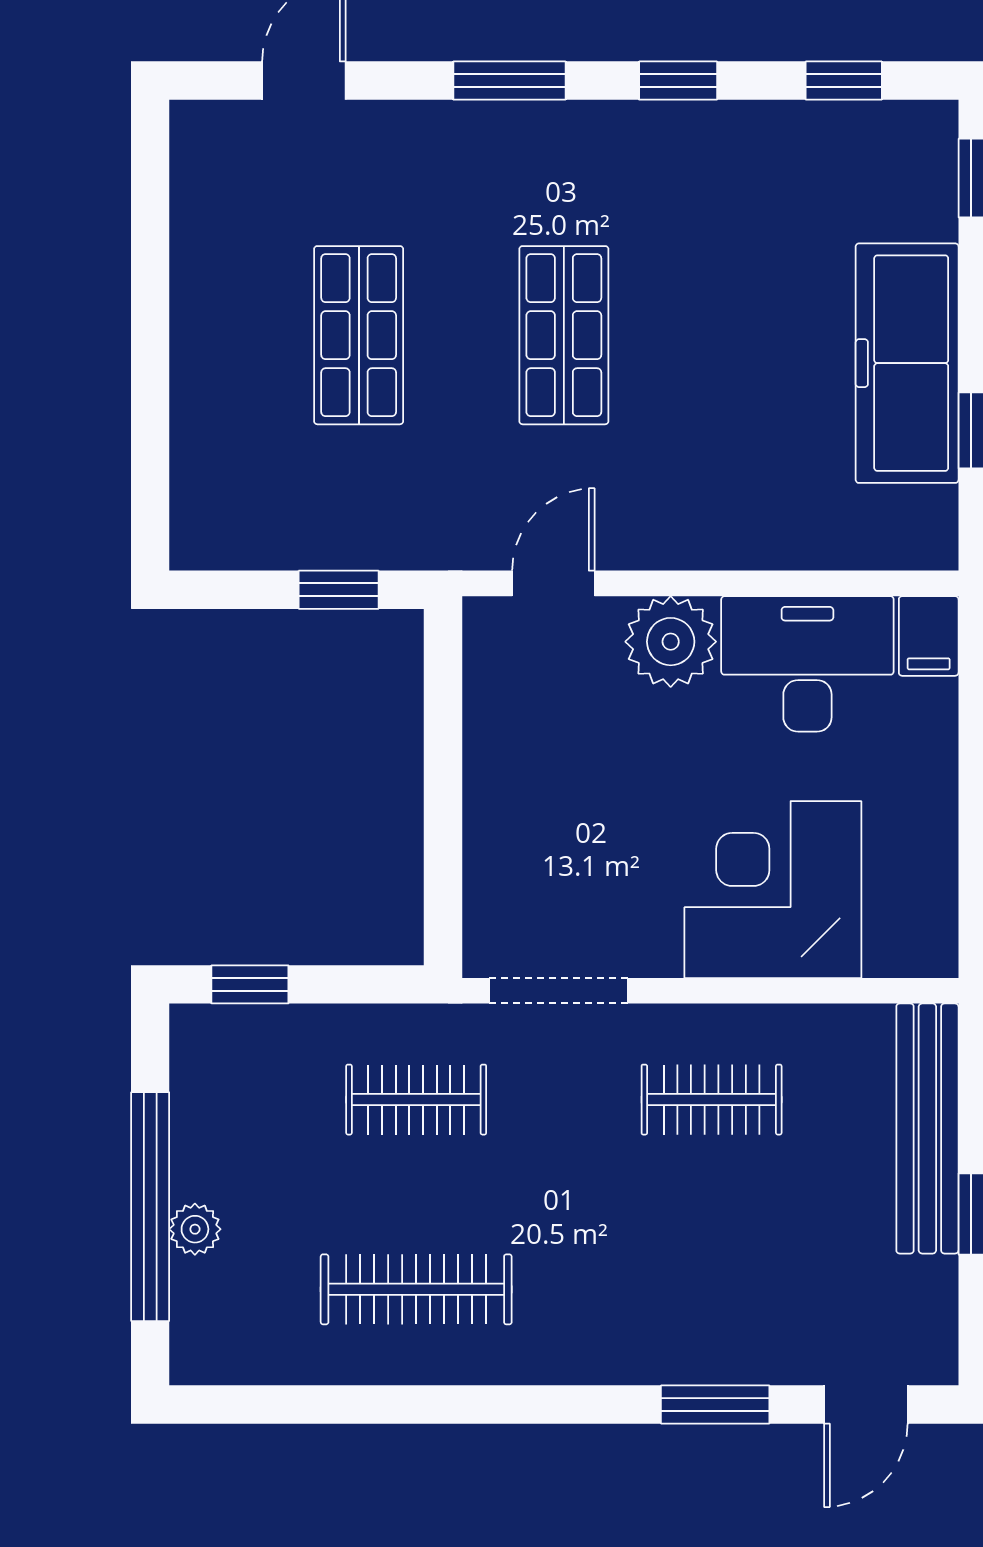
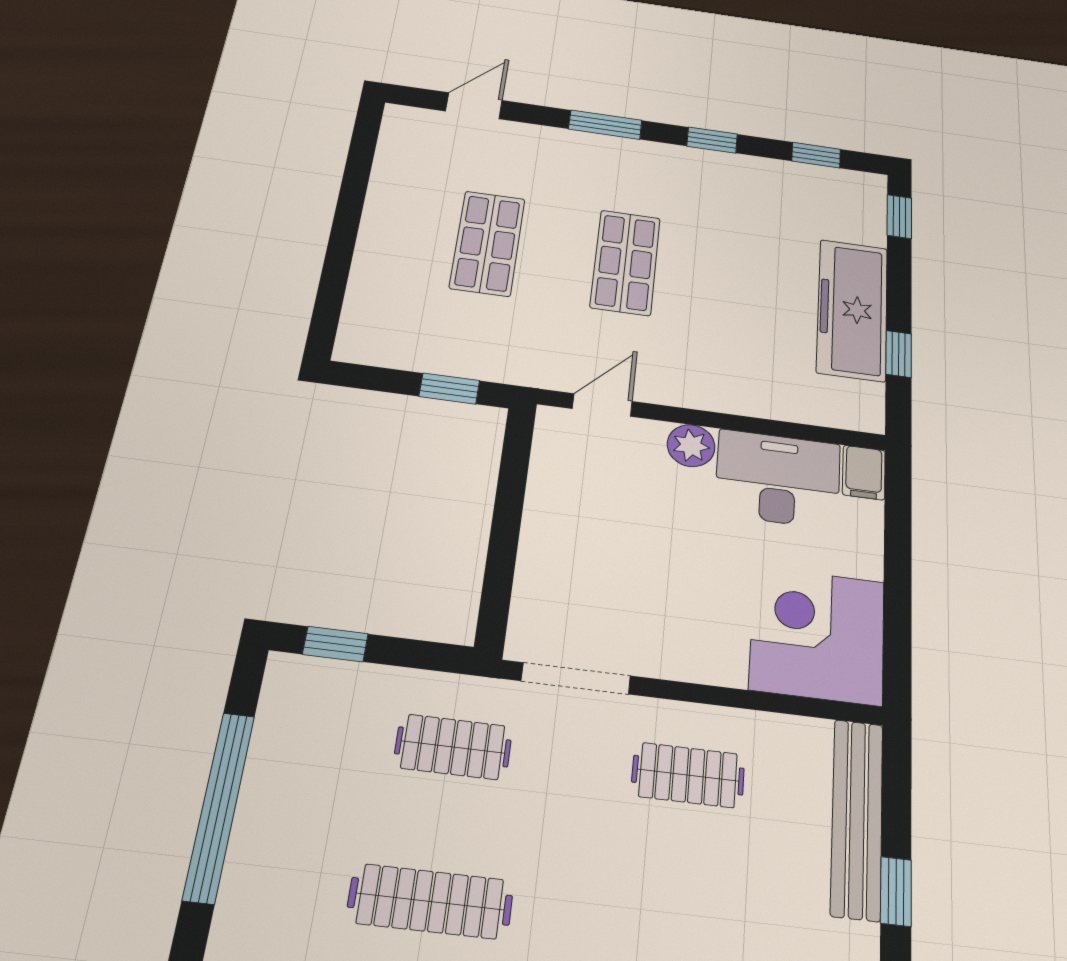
plant: (671, 642) -> (691, 446), width x0.73, depth x0.73
corner desk: (773, 890) -> (817, 635), moved
plant: (195, 1229) -> (253, 829), removed

